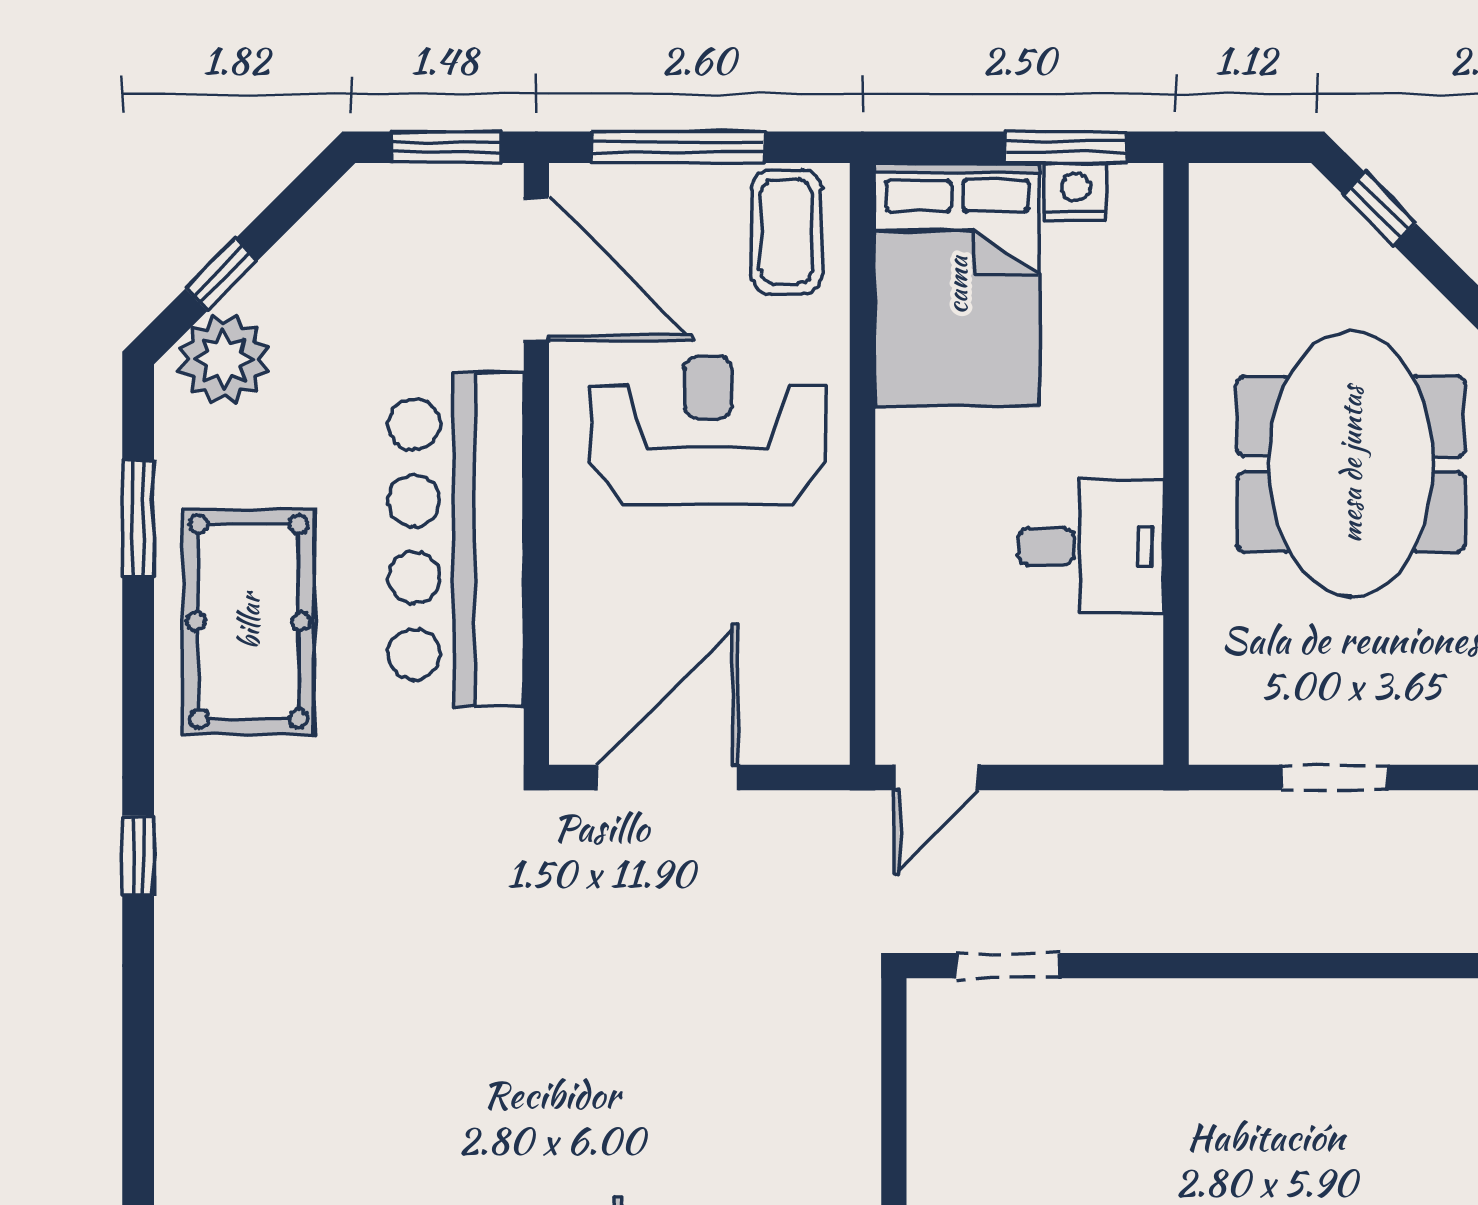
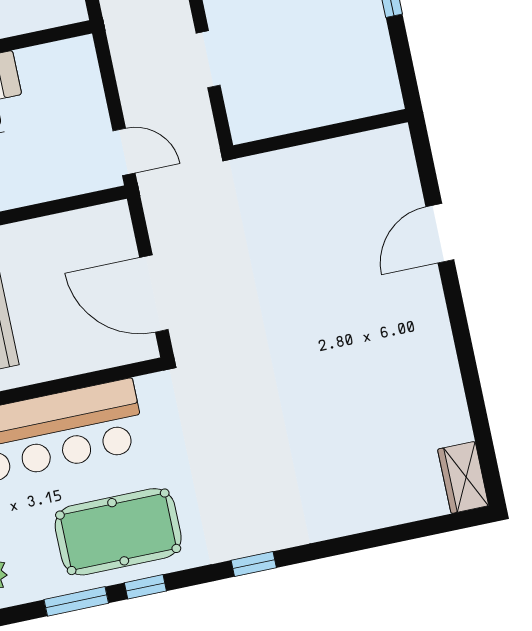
window: (138, 650) -> (145, 587), added
doorway: (1008, 966) -> (208, 59), moved

